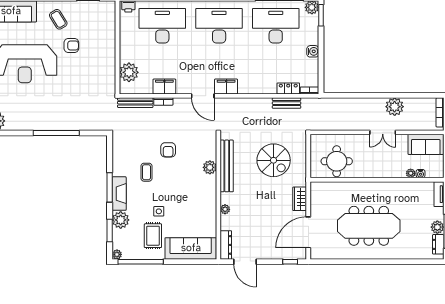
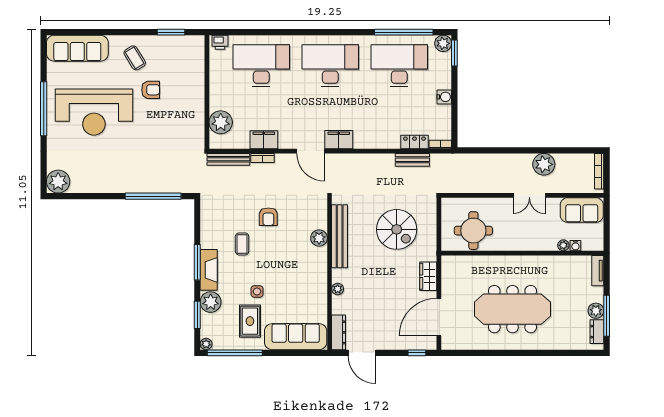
window: (56, 133) -> (153, 196), moved

